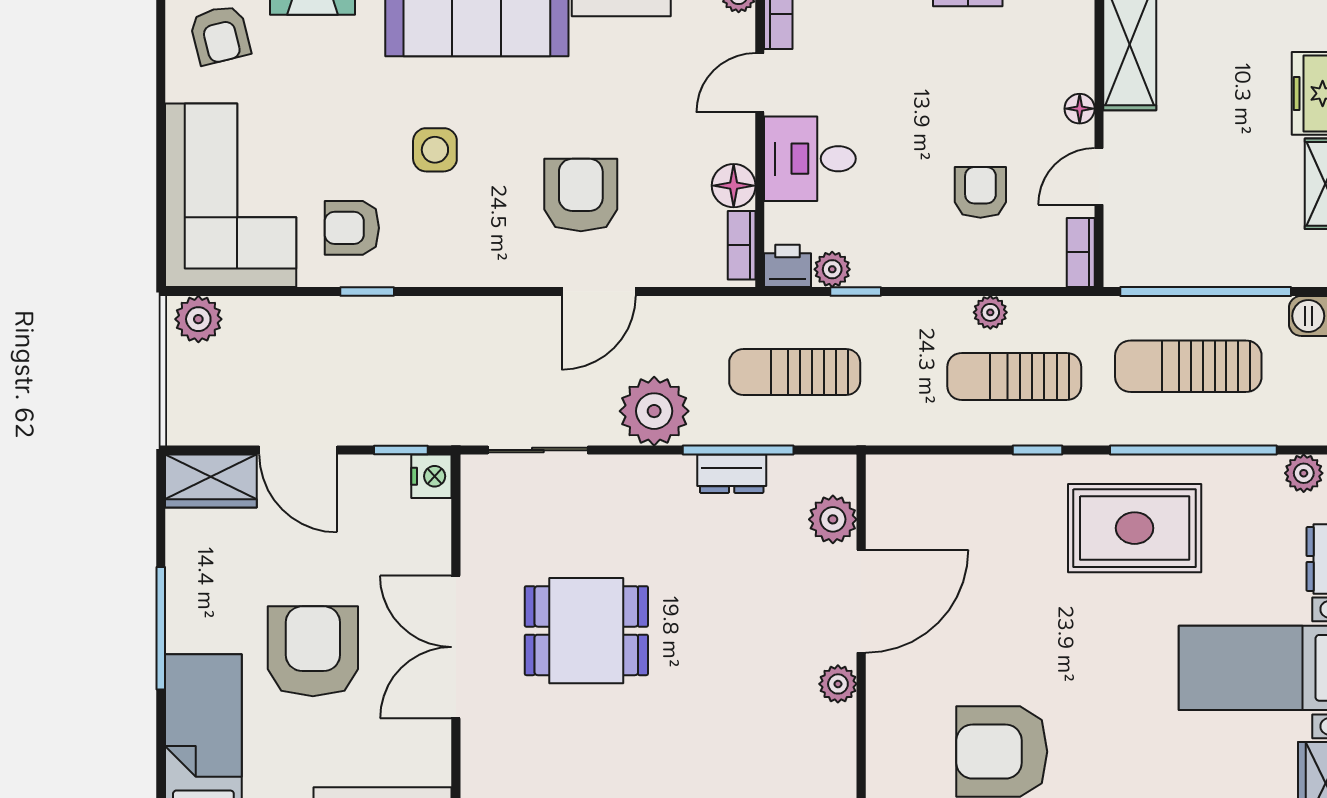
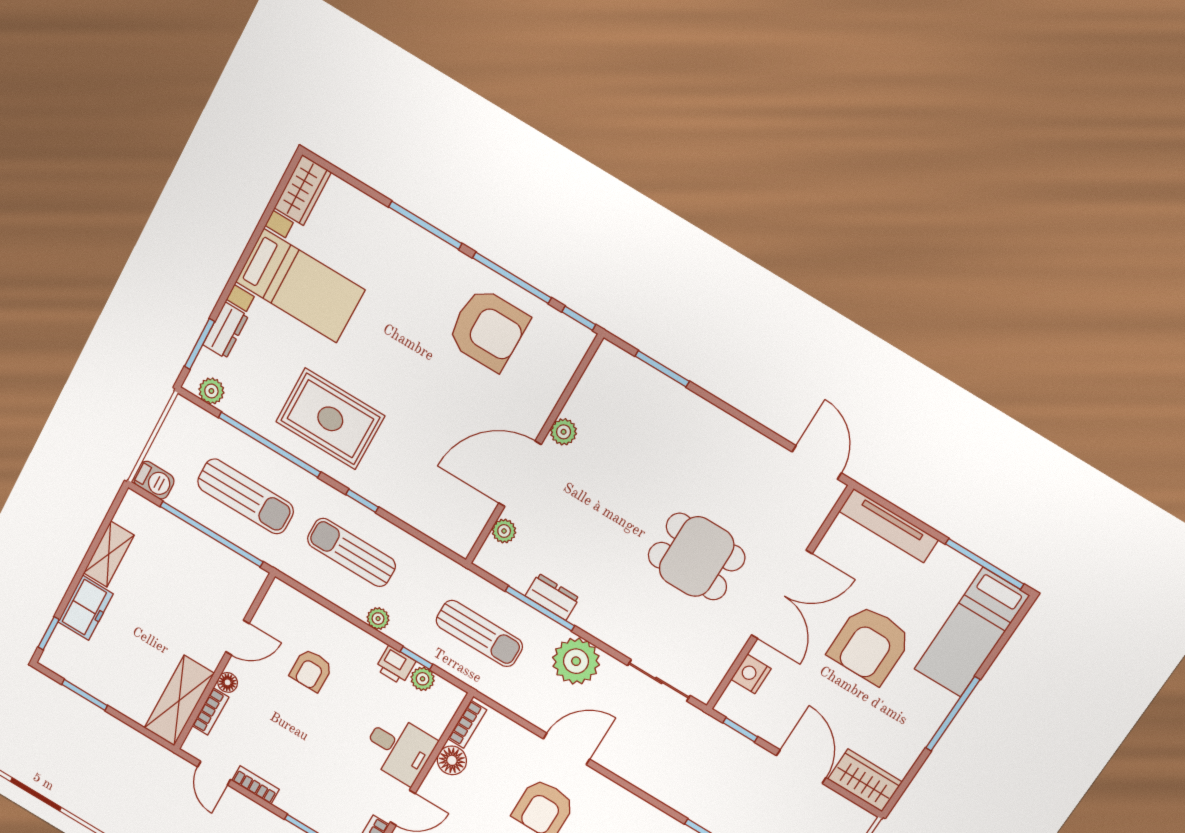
bookcase: (1081, 252) -> (210, 711), moved
printer: (788, 266) -> (395, 665), moved
plant: (990, 312) -> (378, 619), moved
sun lounger: (1014, 376) -> (351, 552), turned 180
nightstand: (431, 476) -> (751, 674), moved
plant: (833, 519) -> (504, 531), width x0.73, depth x0.73

